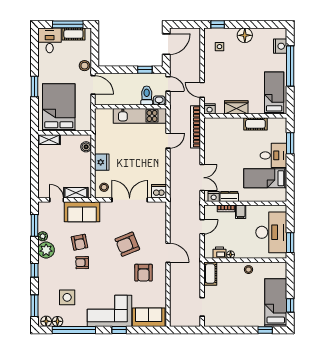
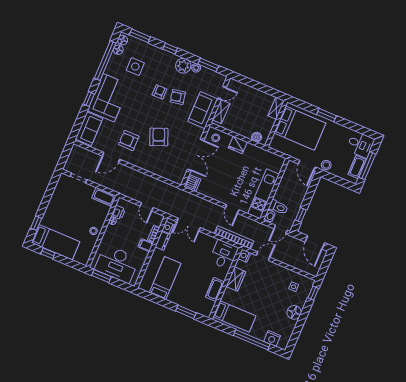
door: (93, 85) -> (307, 165), hinge flipped
desk: (273, 155) -> (224, 255), moved, turned 180
door: (168, 253) -> (111, 158), moved

